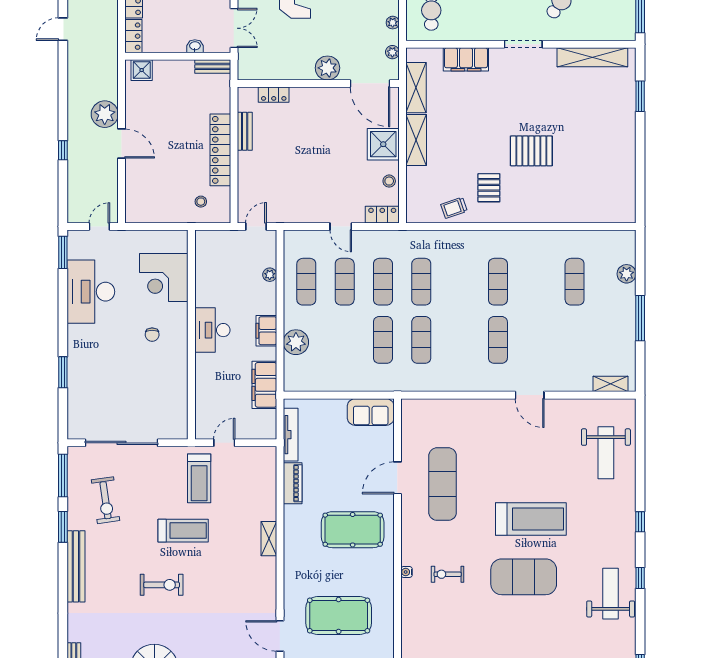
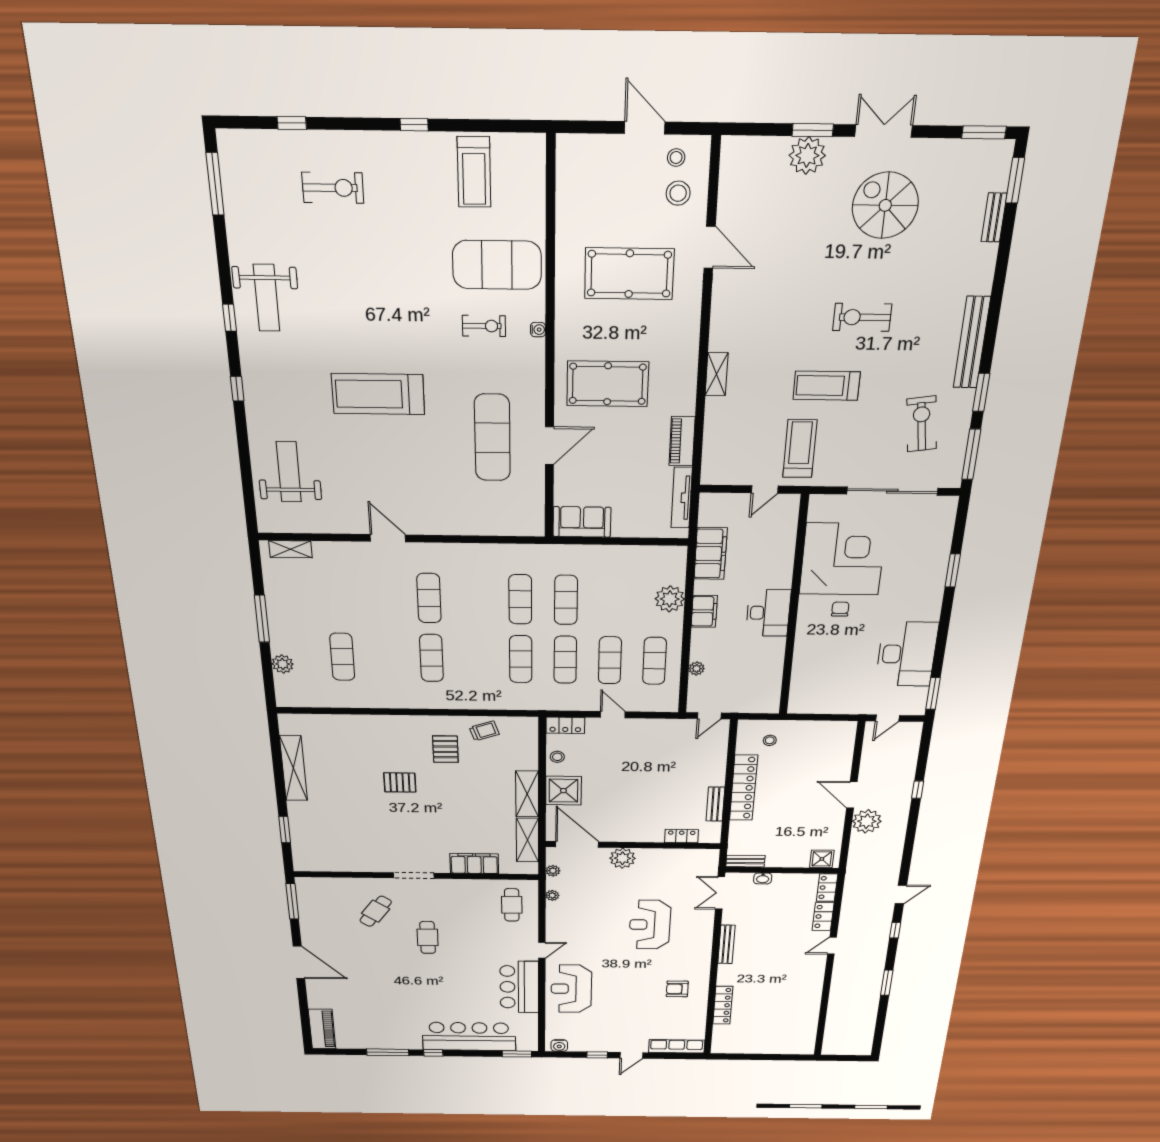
shelving: (592, 57) -> (293, 768), moved, turned 90
pallet: (531, 151) -> (400, 782), width x0.67, depth x0.71
corner desk: (164, 277) -> (842, 559), moved, width x1.36, depth x1.36
exercise mat: (524, 577) -> (497, 265), moved

